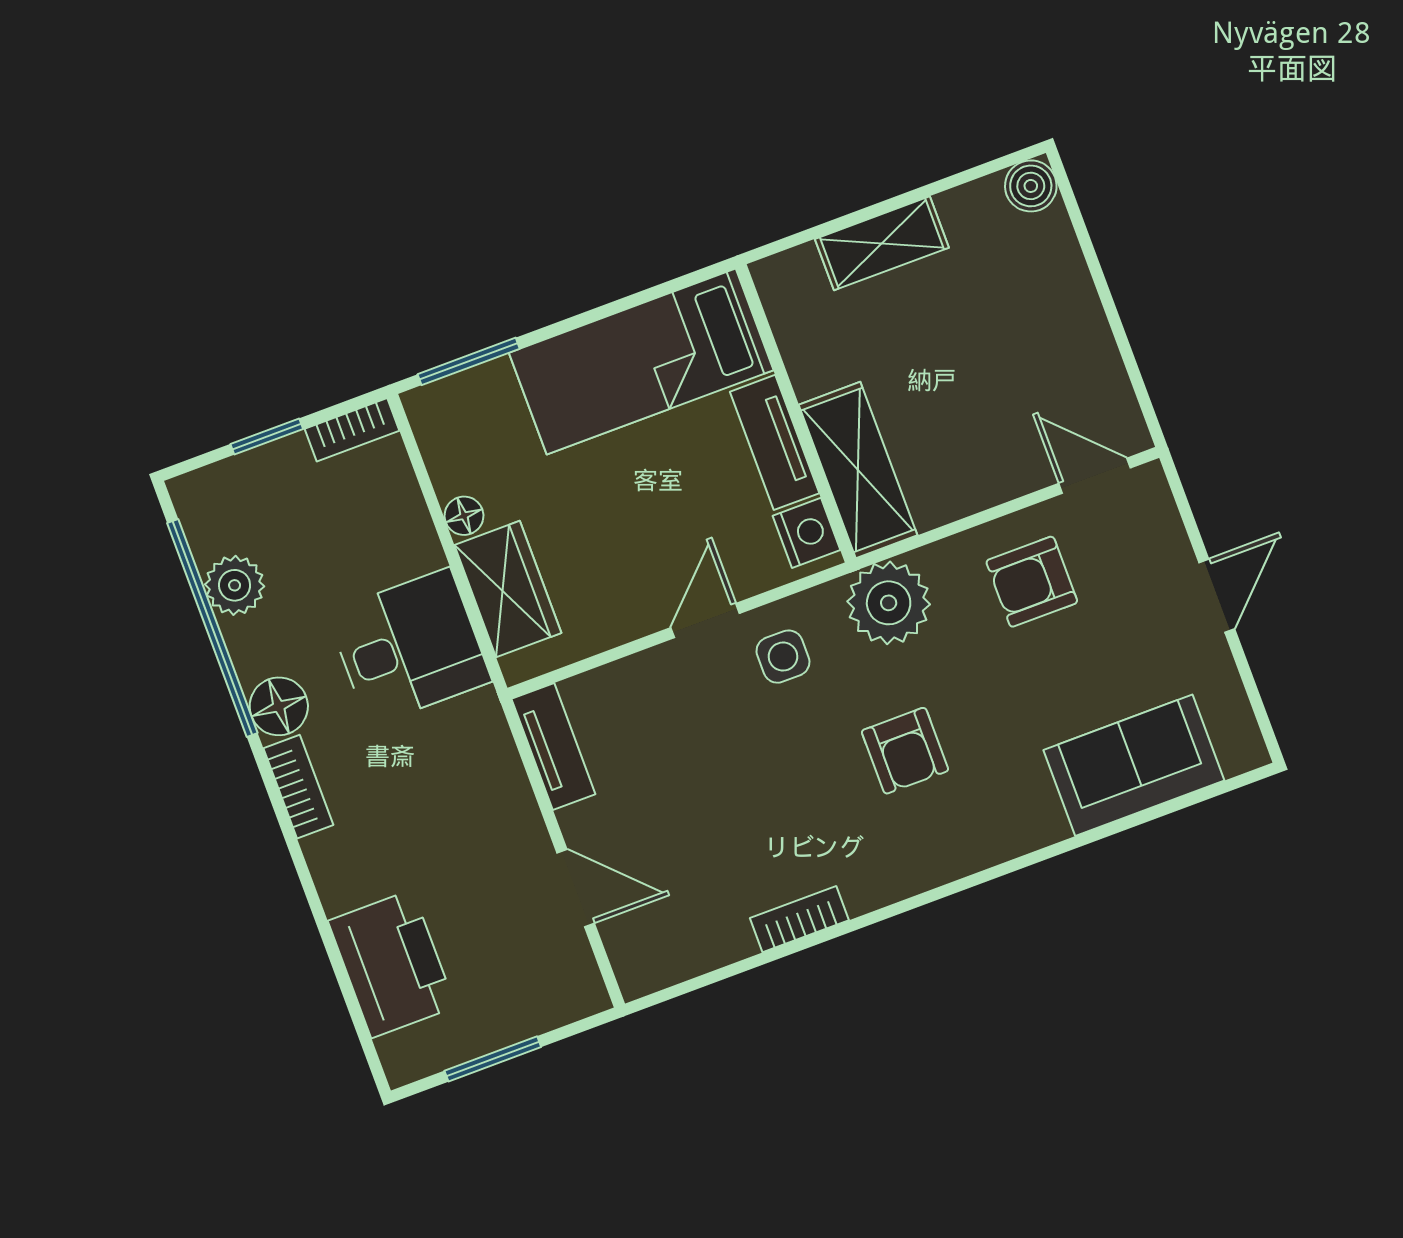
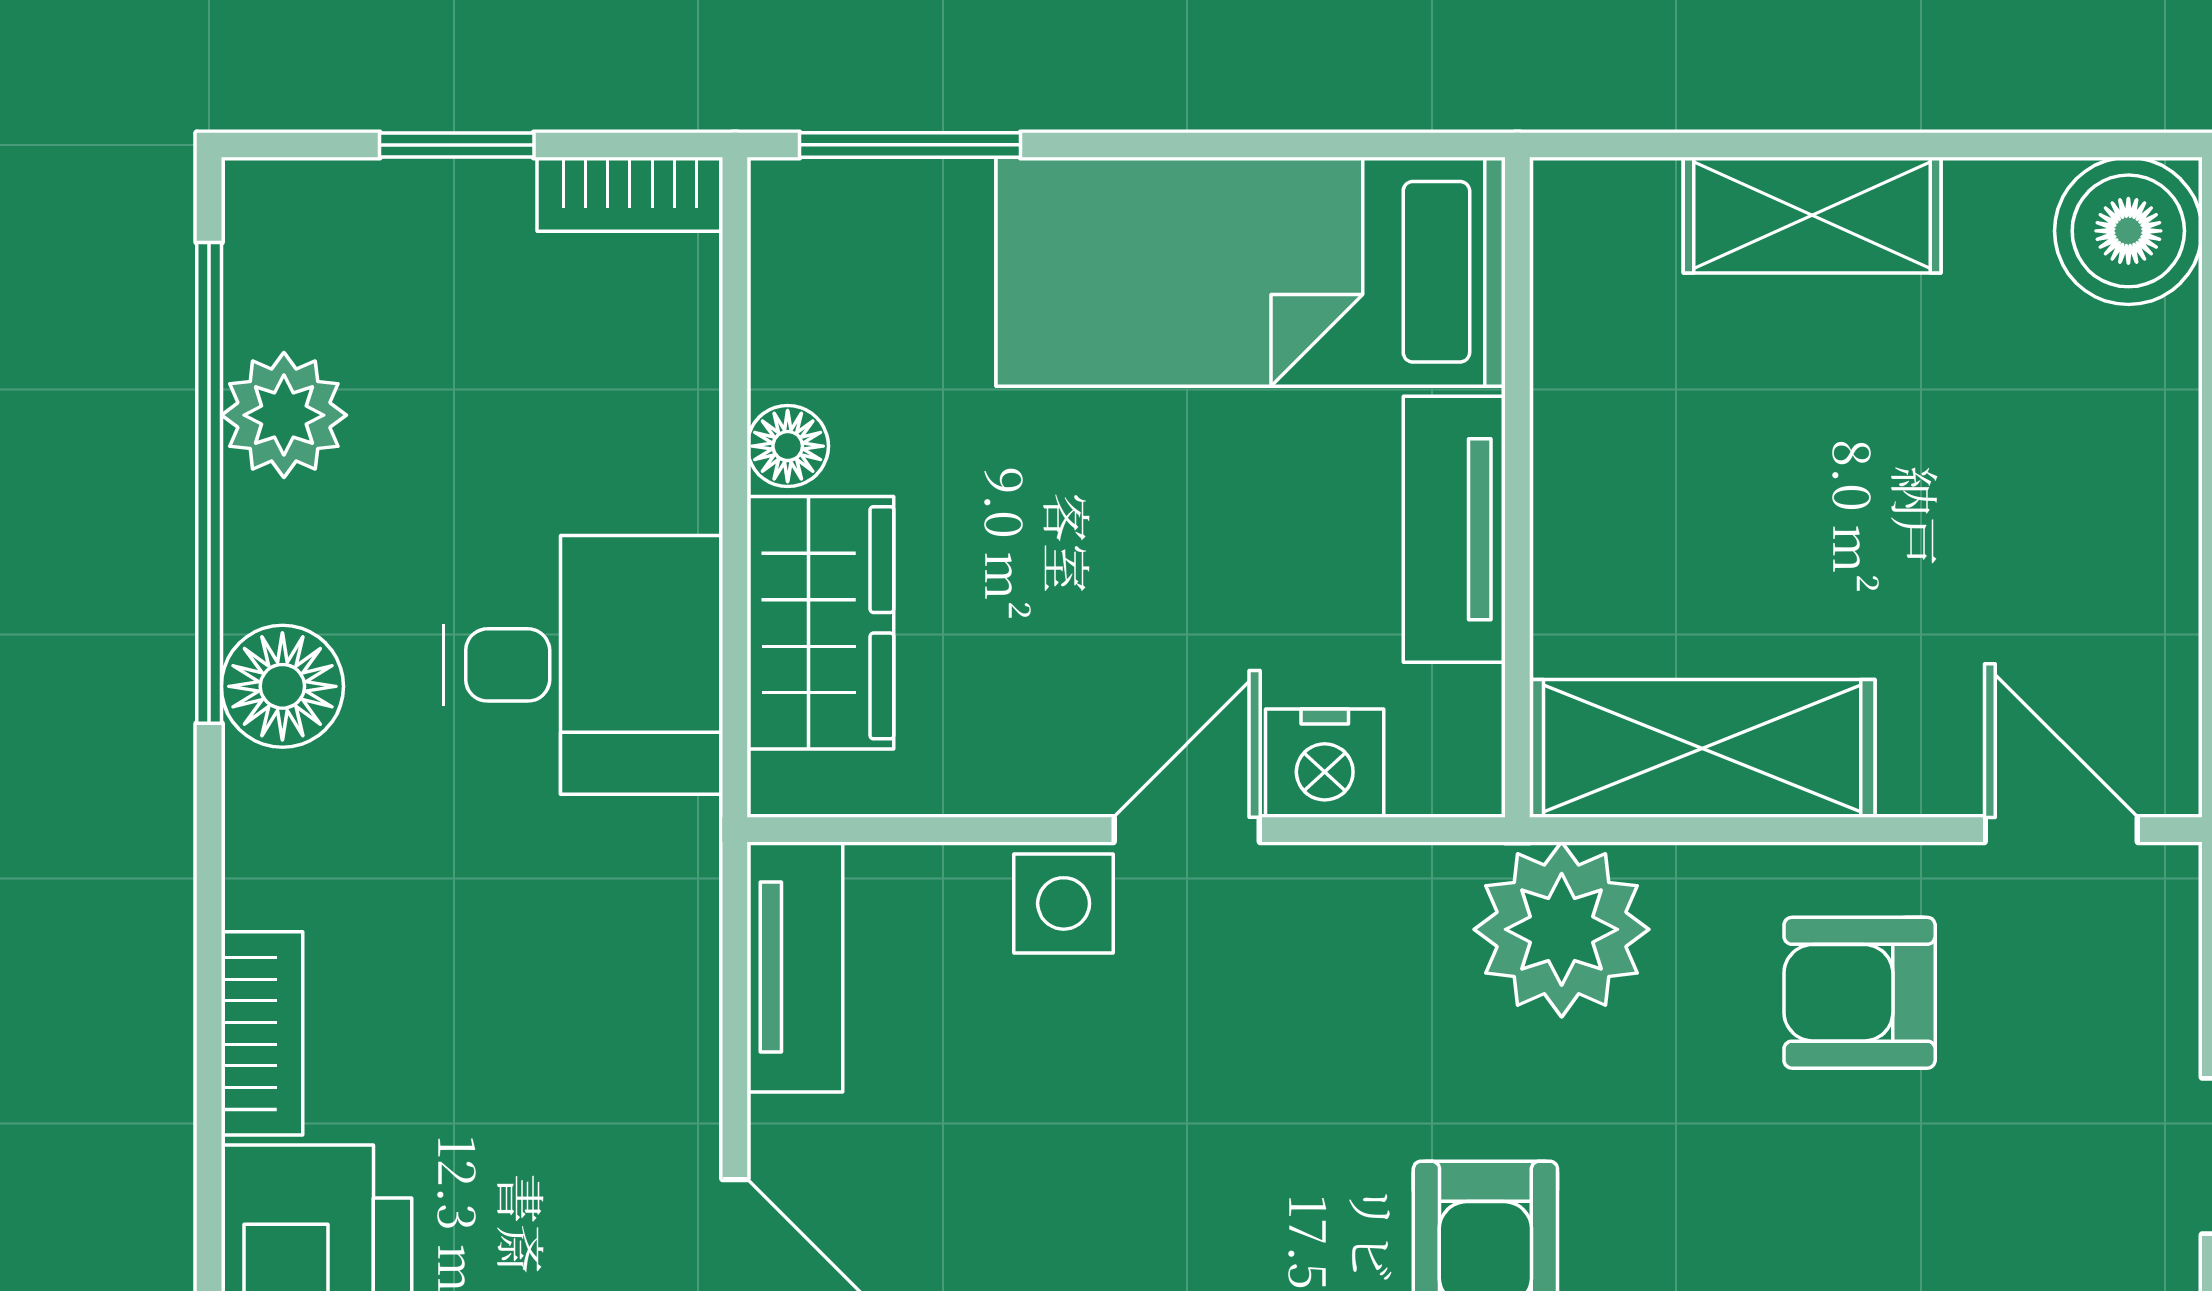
boiler: (1031, 186) -> (2128, 231), width x1.36, depth x1.36
shelving: (858, 470) -> (1702, 748), moved, turned 90
nightstand: (807, 533) -> (1325, 763), moved, turned 90
side table: (783, 657) -> (1064, 903), moved
bookcase: (298, 787) -> (262, 1033), moved

